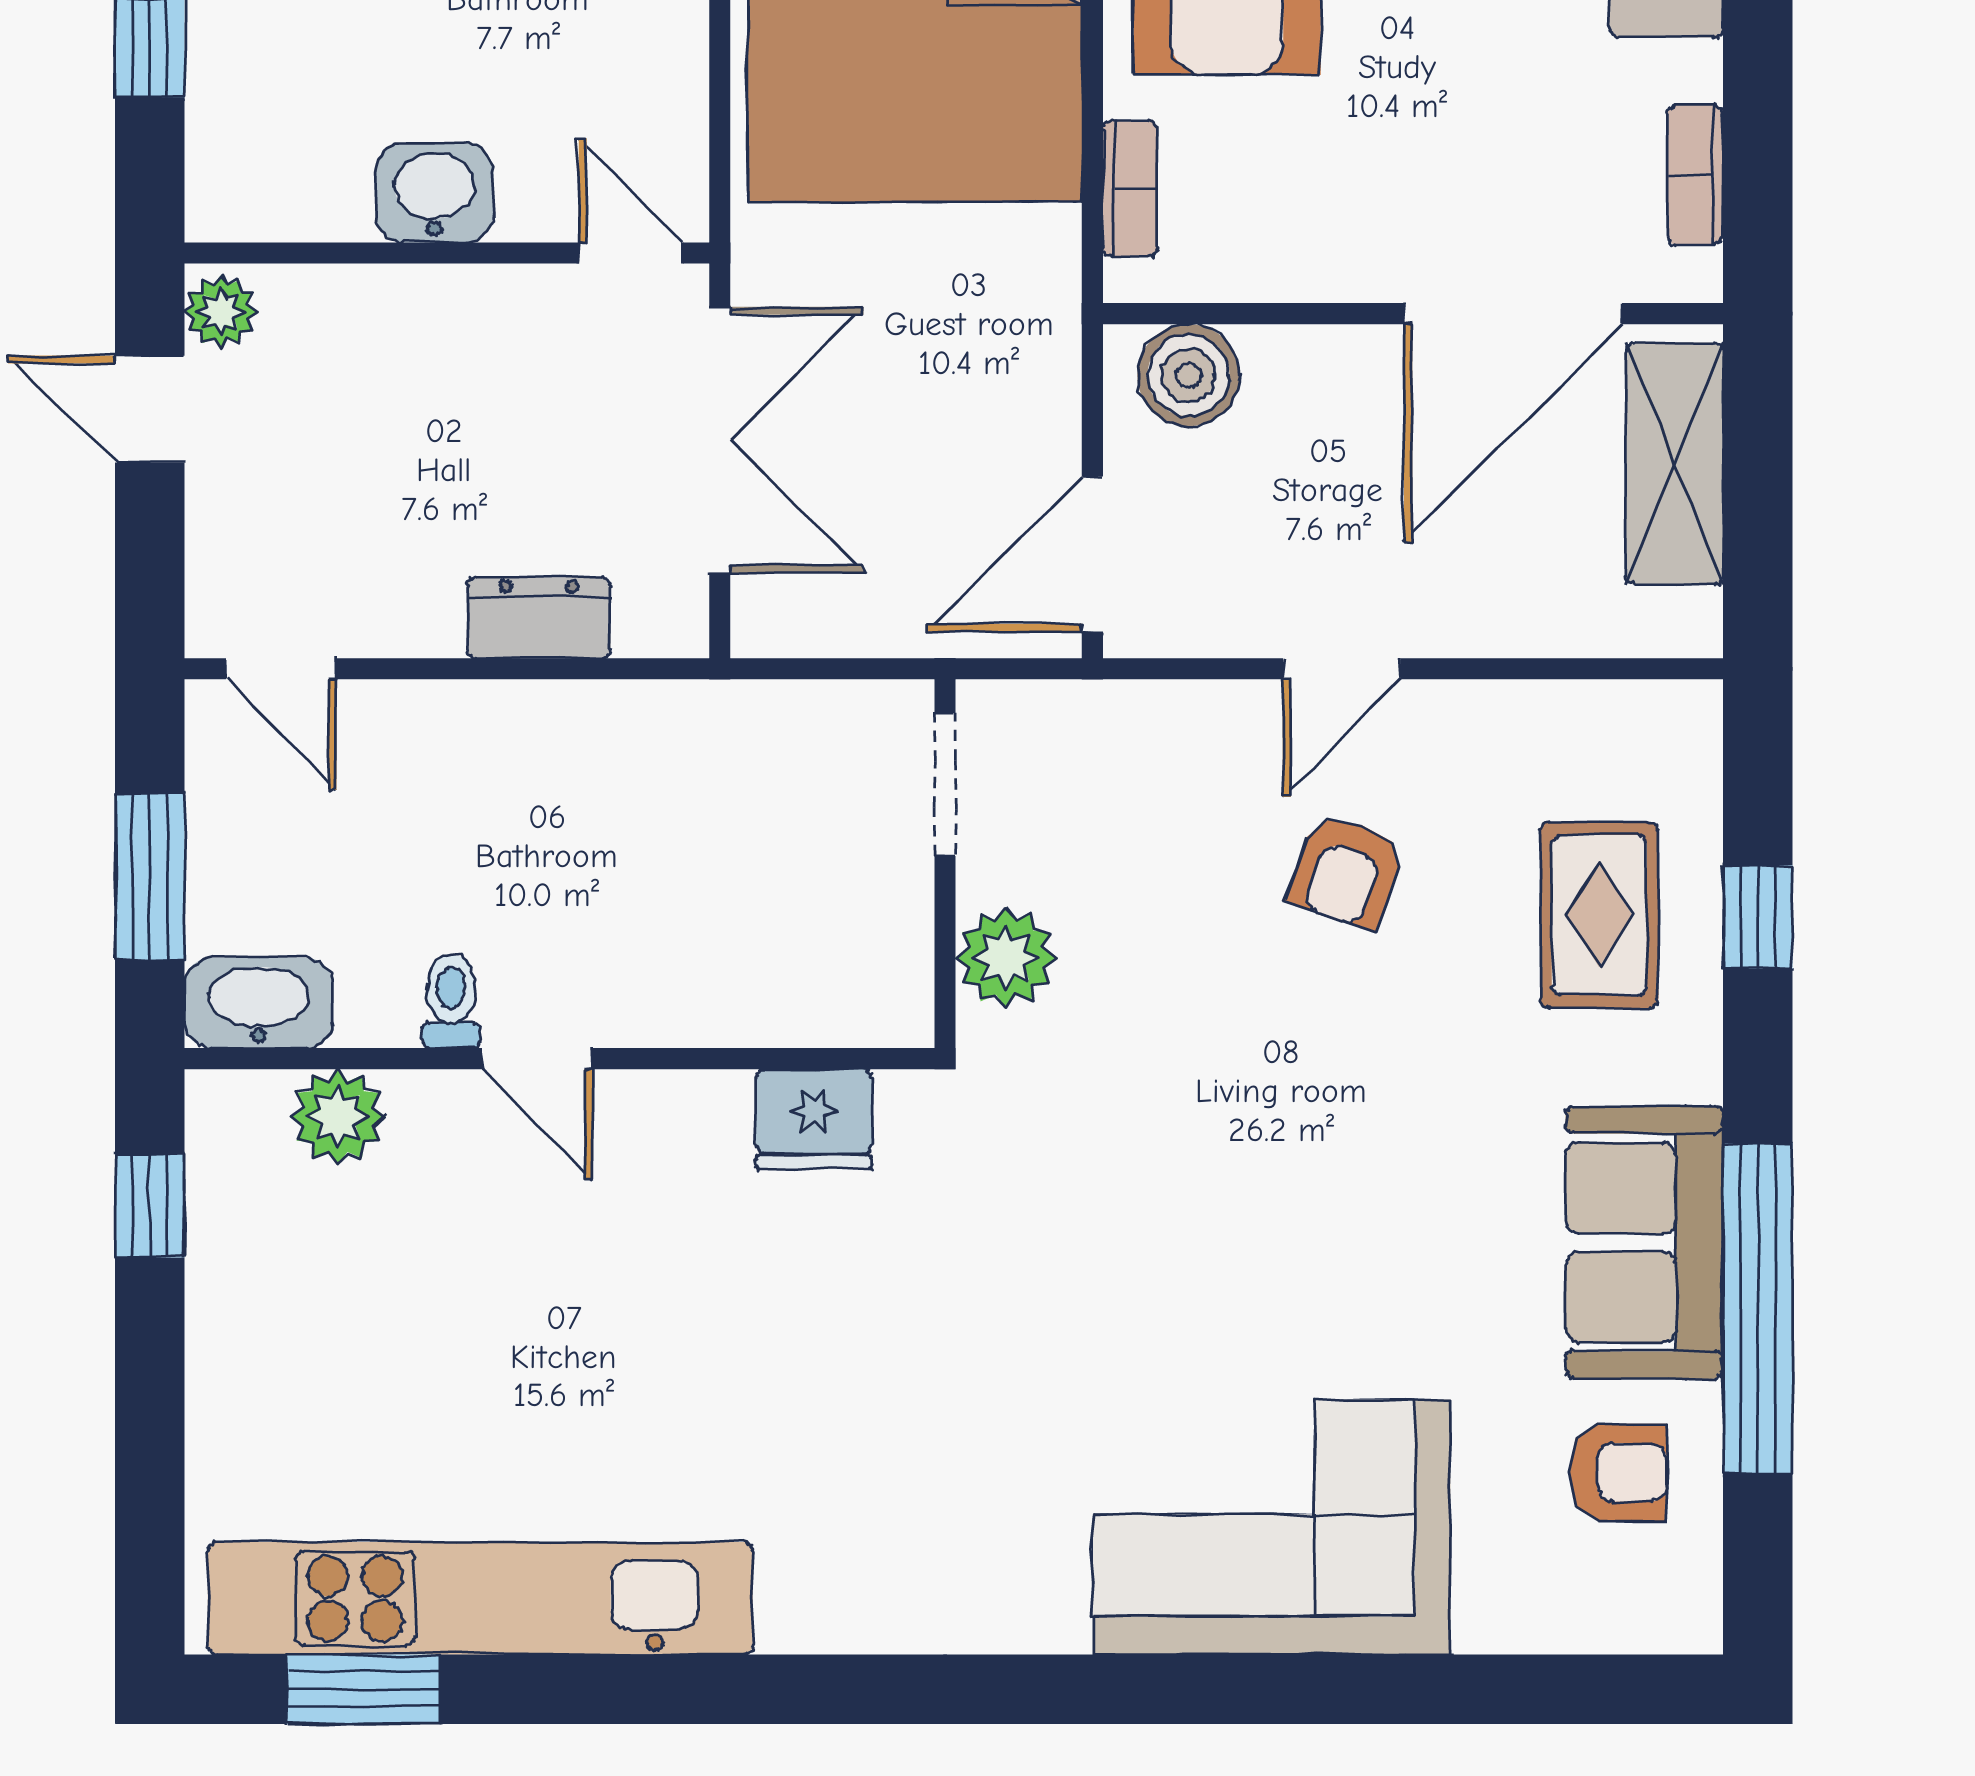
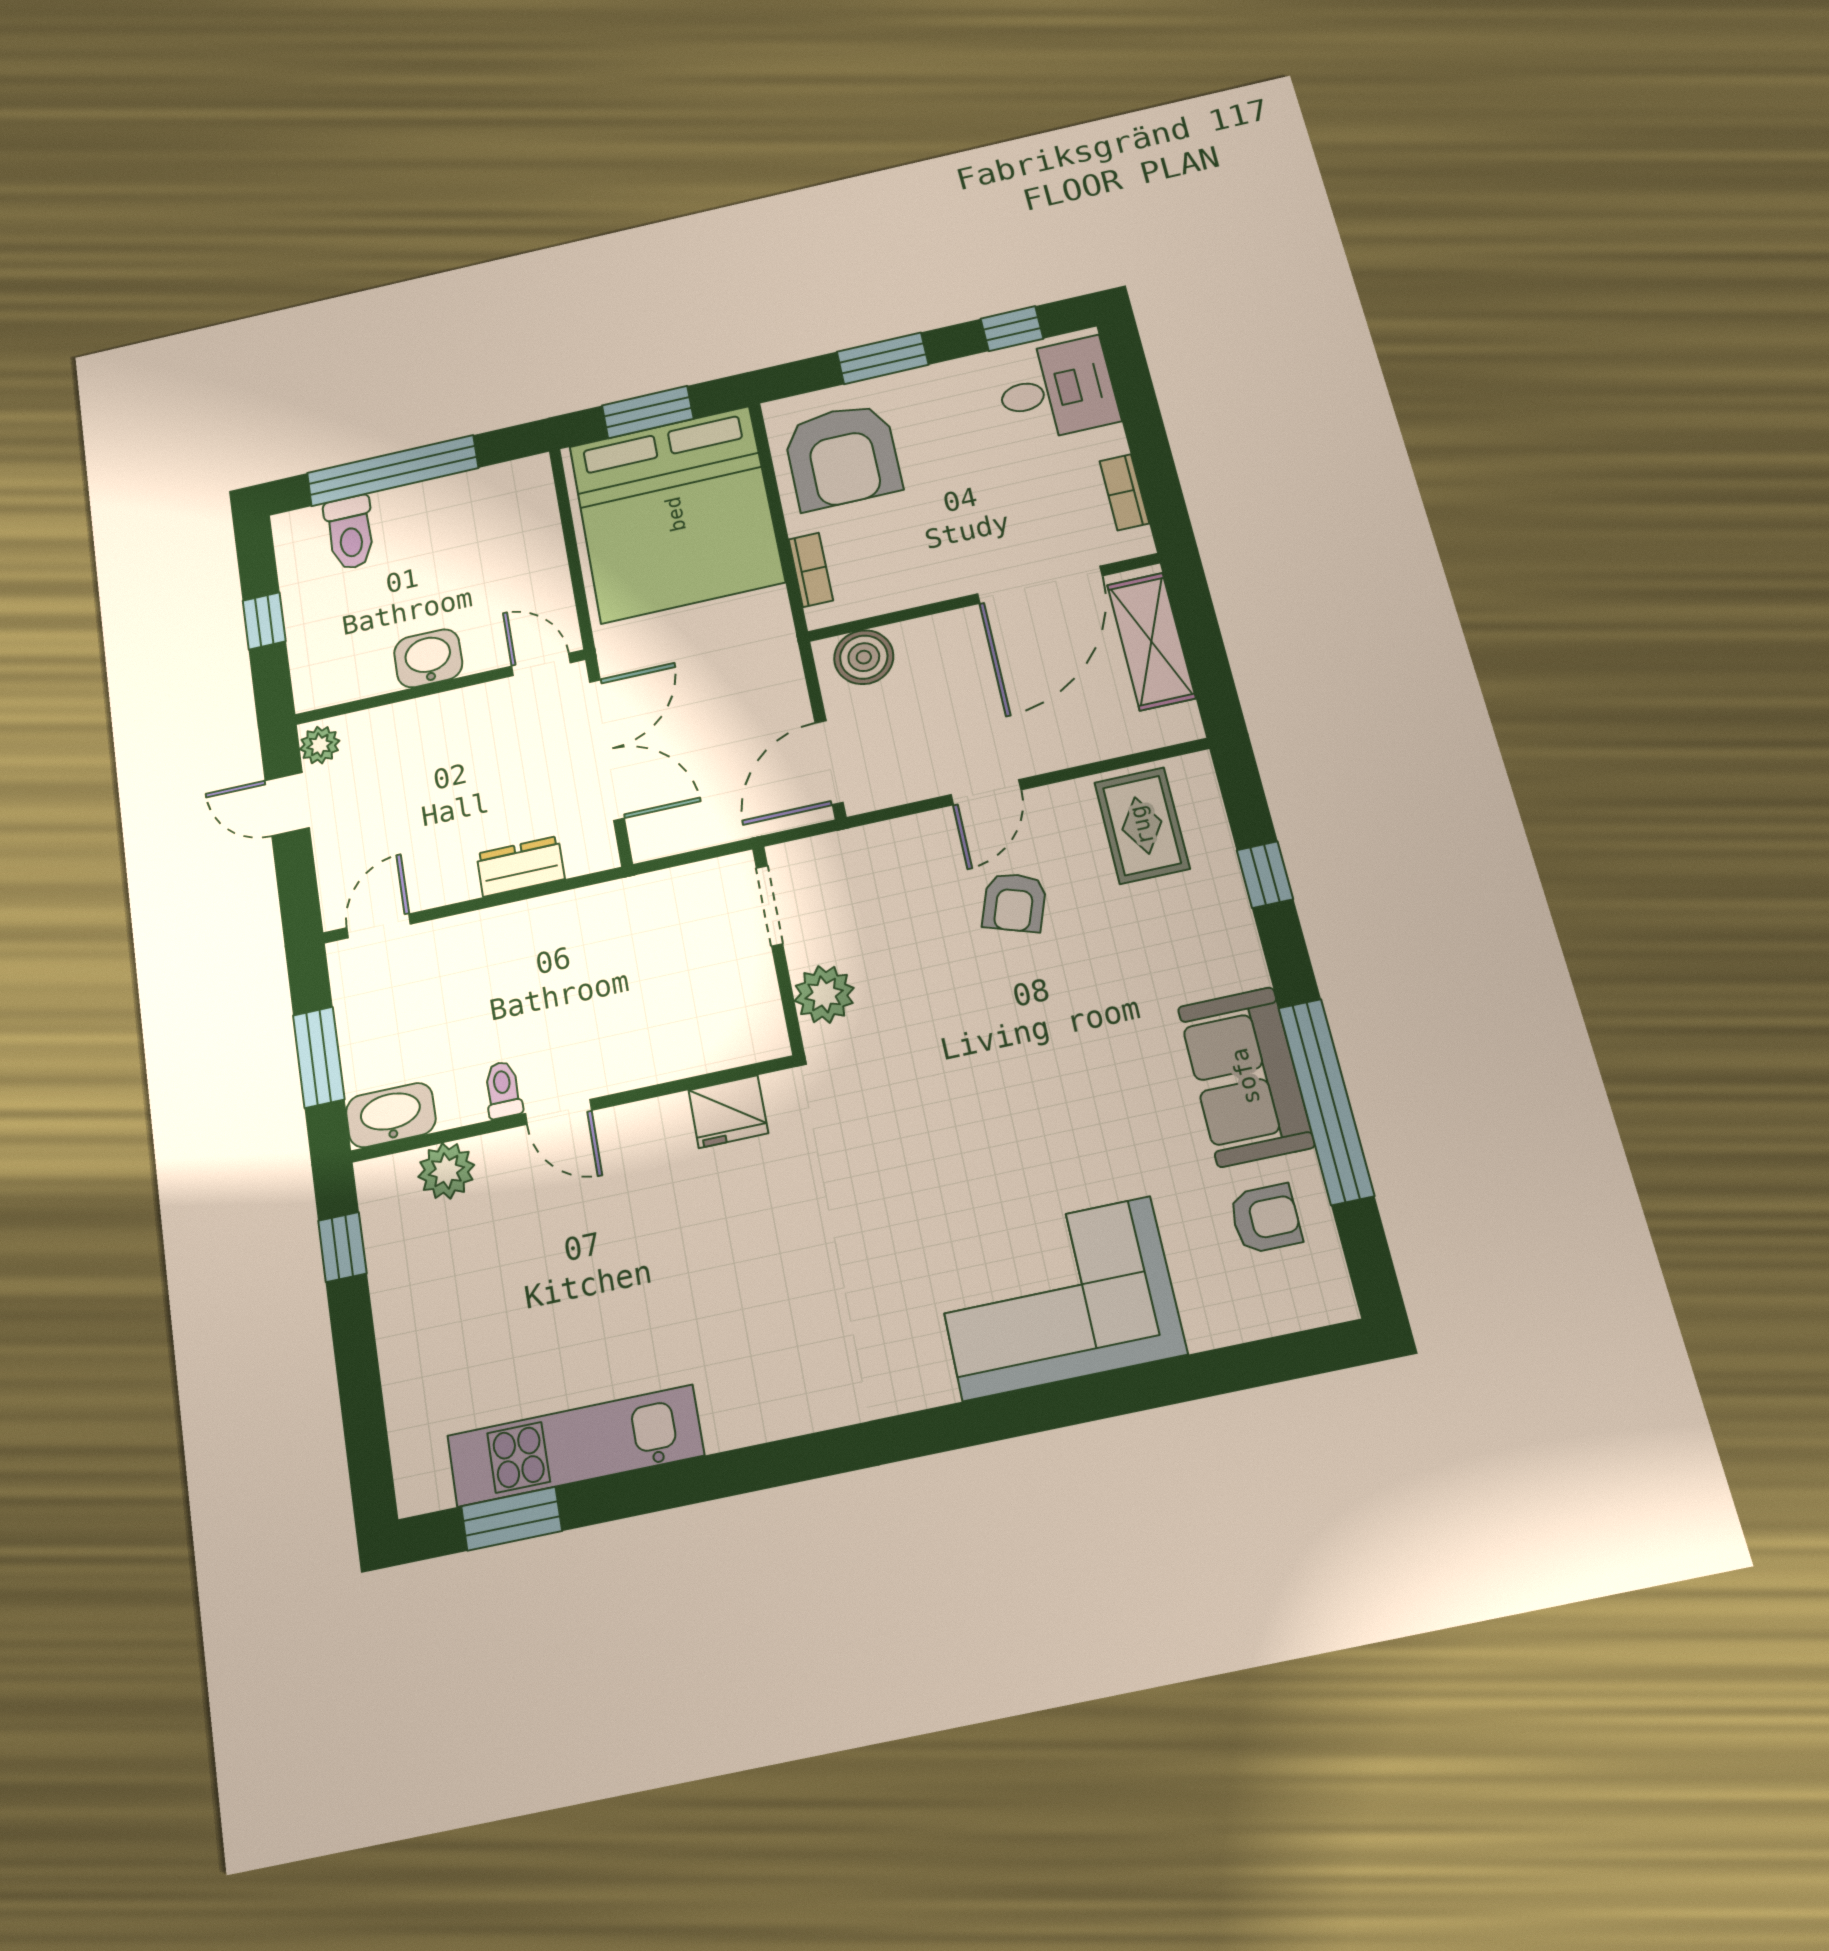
door: (281, 669) -> (379, 926), swing flipped
rug: (1599, 915) -> (1142, 825), moved
kitchen unit: (480, 1598) -> (575, 1446), width x0.73

